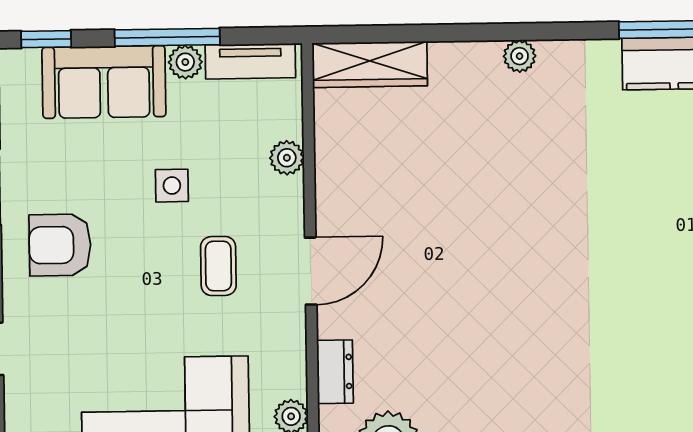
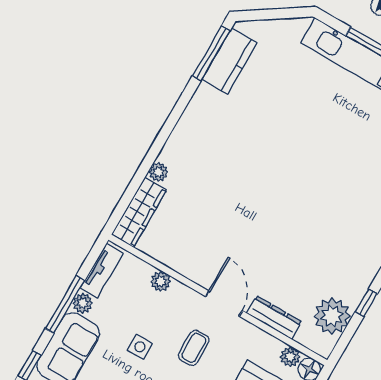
plant: (520, 56) -> (158, 172), moved
coffee table: (218, 266) -> (194, 348), turned 90
dresser: (335, 372) -> (274, 318), width x1.44

